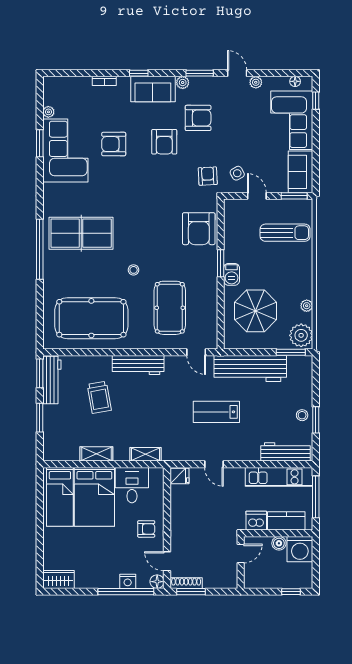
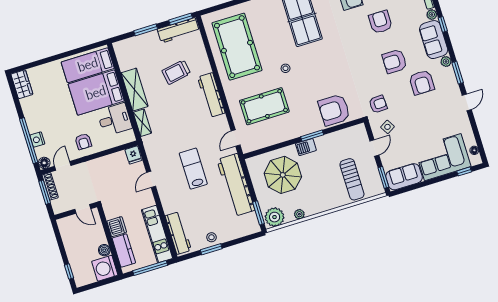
plant: (256, 82) -> (432, 15), moved
shelving: (96, 454) -> (135, 90), width x1.50, depth x1.33
door: (241, 553) -> (83, 209), moved
wall: (241, 562) -> (76, 211), moved

